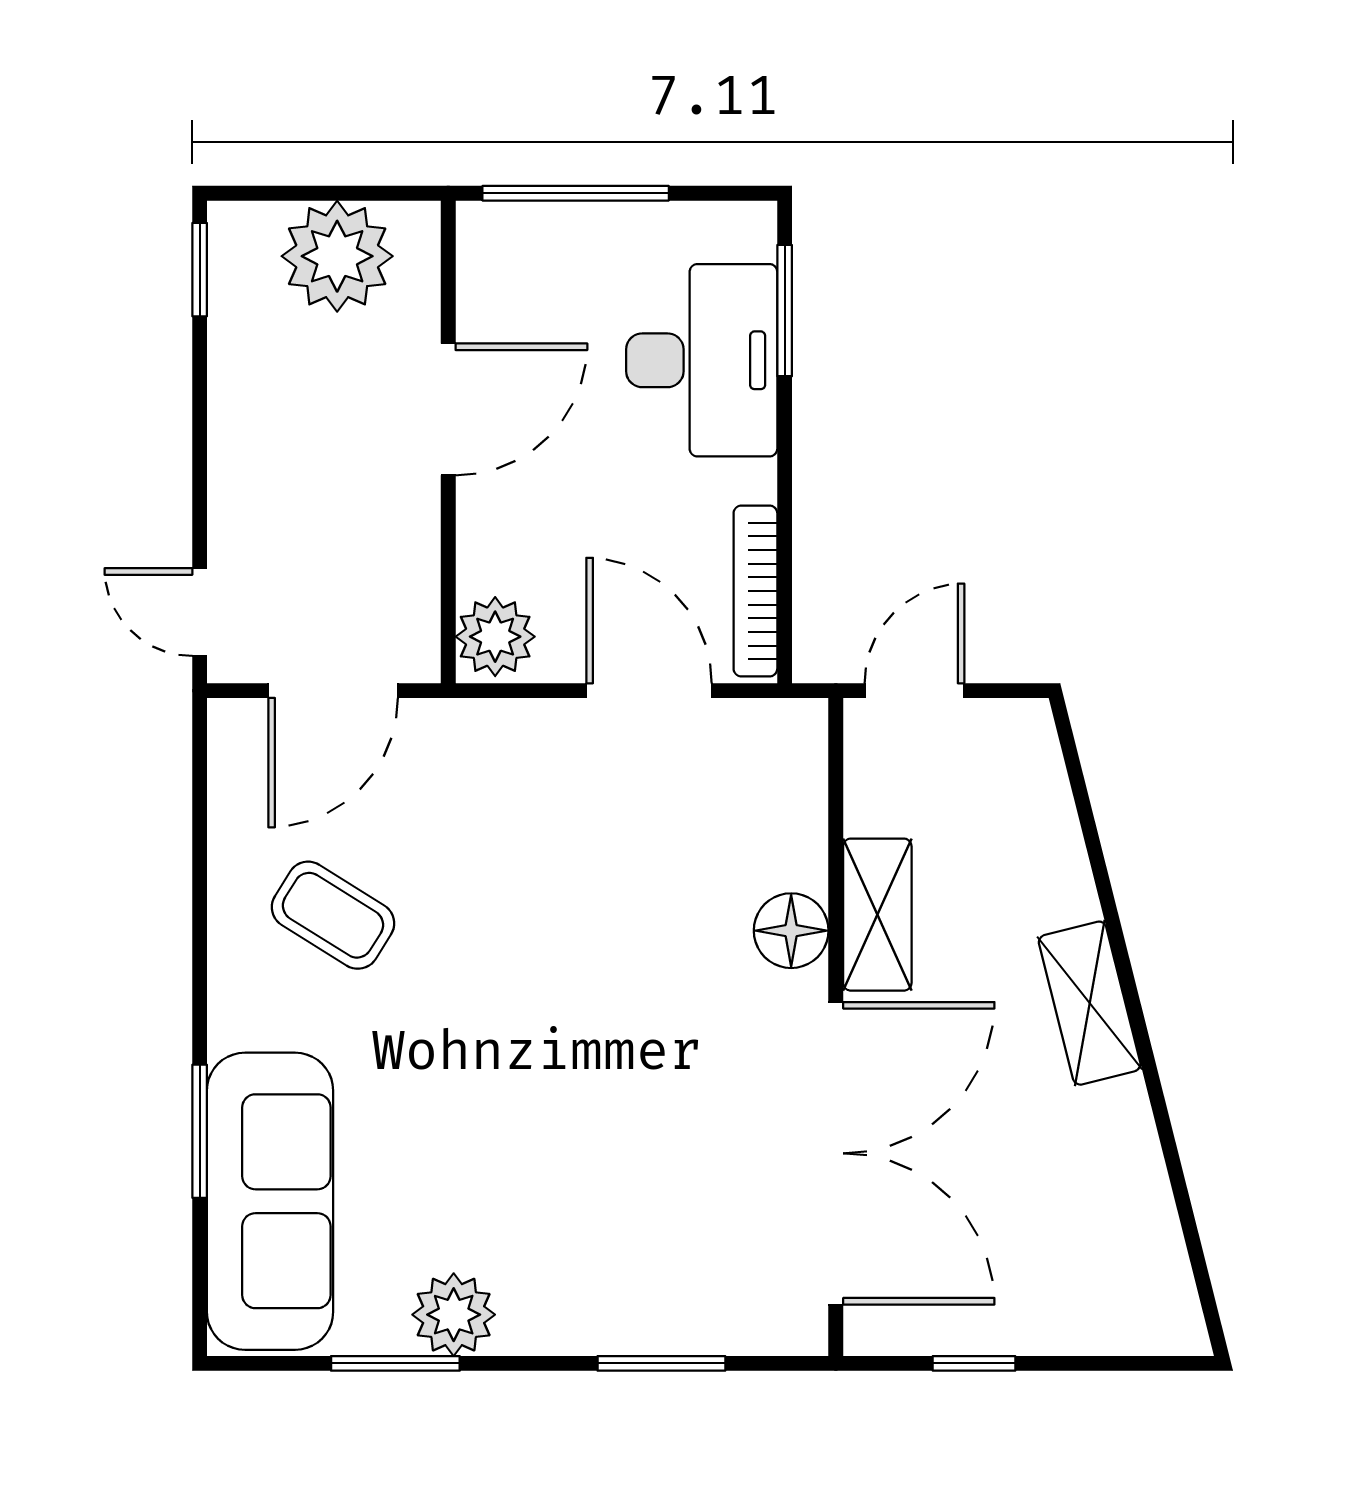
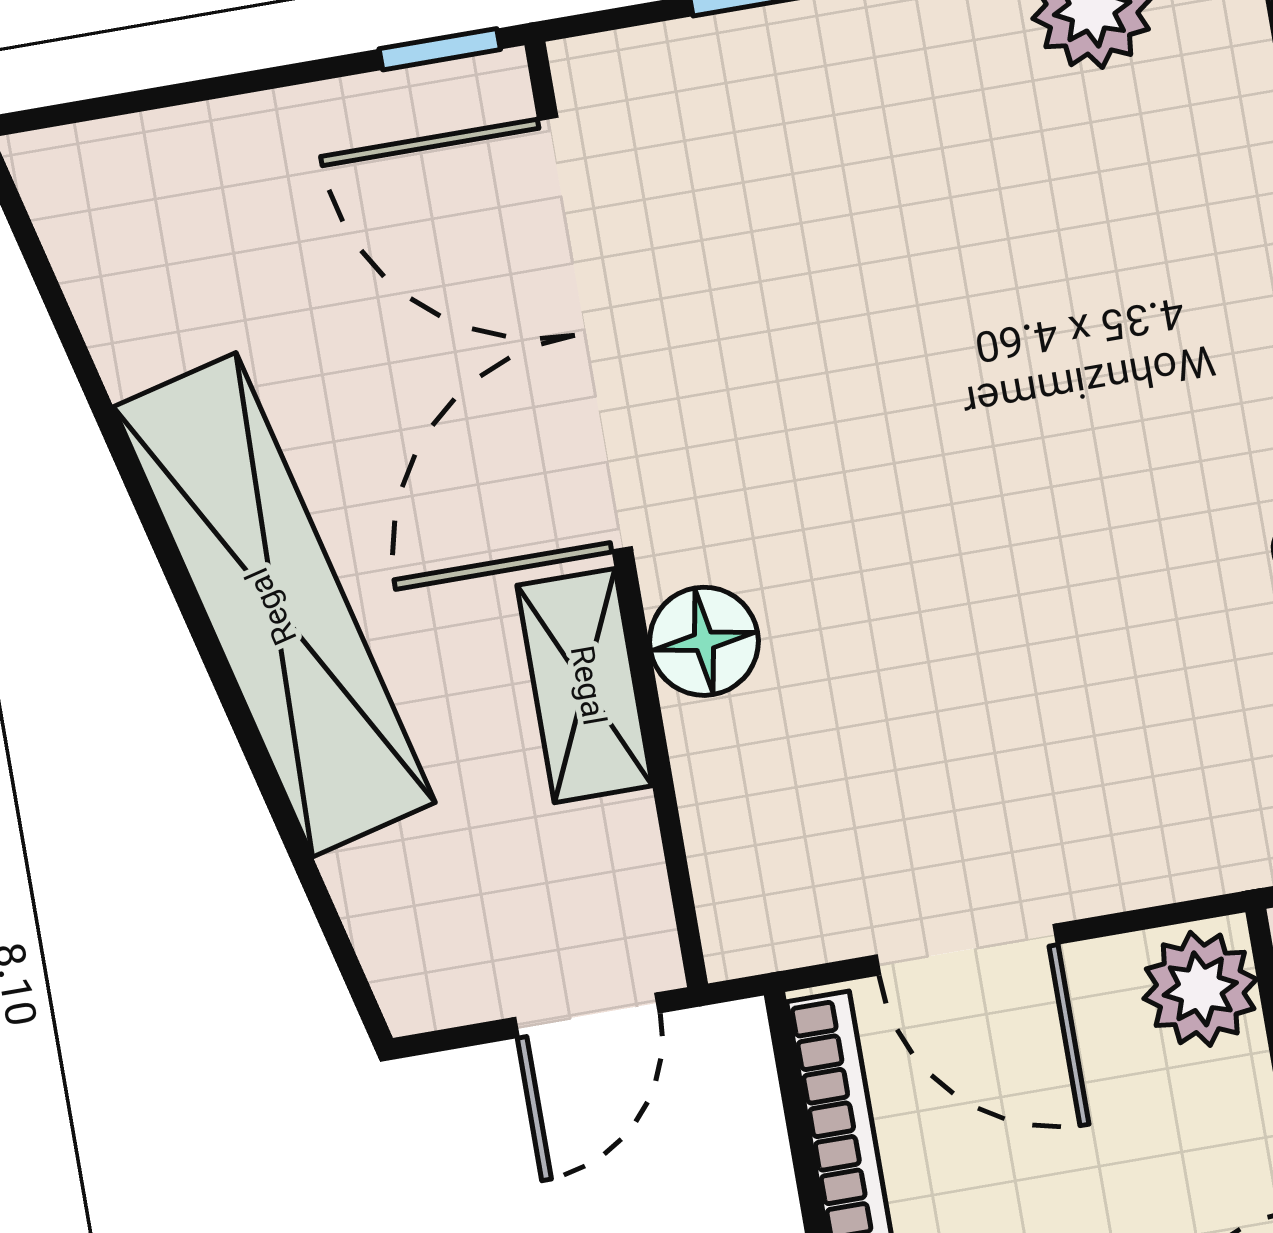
shelving: (1090, 1003) -> (274, 605), width x2.20, depth x1.33
window: (974, 1363) -> (440, 49), moved

